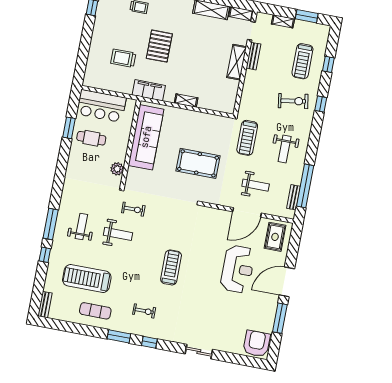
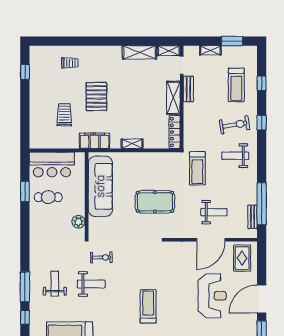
trolley: (123, 58) -> (64, 115), turned 90
locker: (231, 97) -> (175, 132), added
weight bench: (285, 149) -> (235, 156), moved, turned 90

